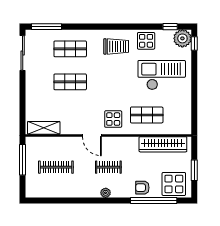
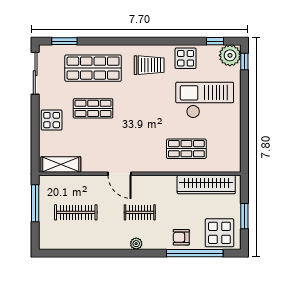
window: (47, 27) -> (64, 41), width x0.69
shop shelf: (70, 49) -> (93, 68), width x1.43, depth x1.36
display table: (113, 119) -> (52, 120), moved

